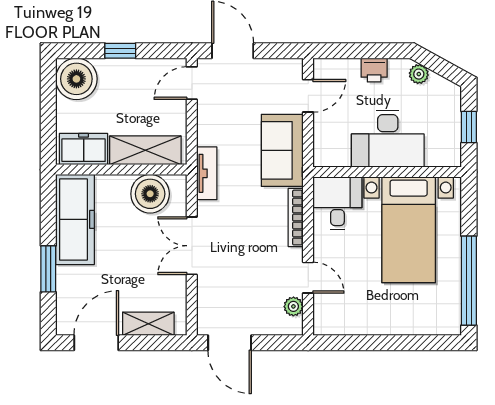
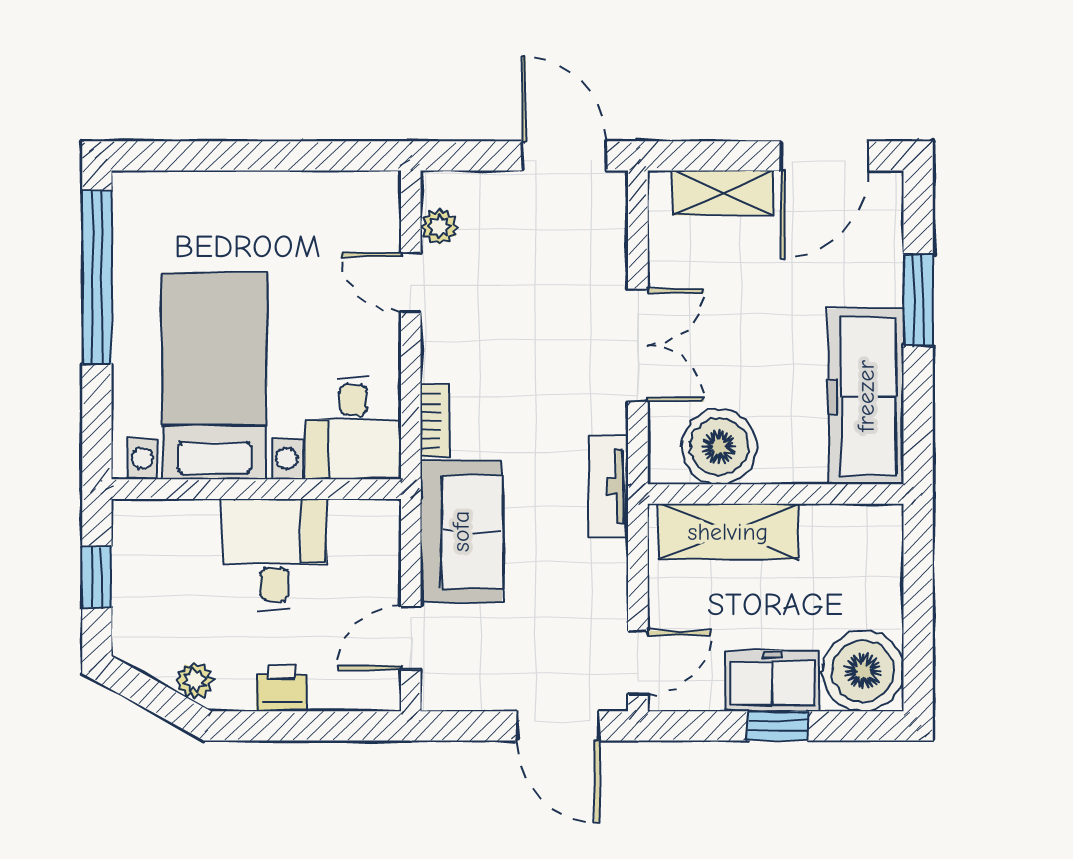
desk: (388, 139) -> (274, 555), width x0.73
freezer: (84, 149) -> (772, 681), moved, turned 180
bookcase: (296, 218) -> (435, 421), width x0.64

